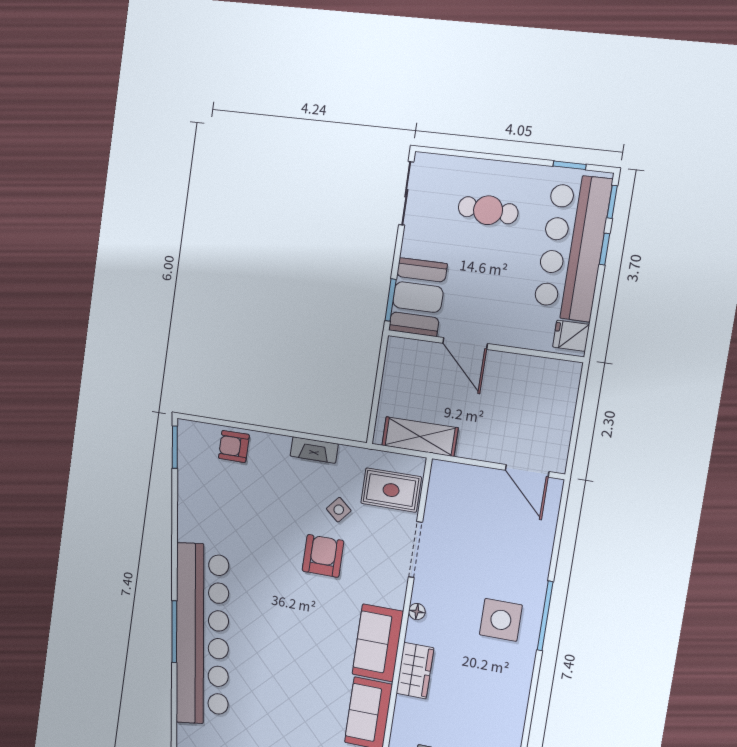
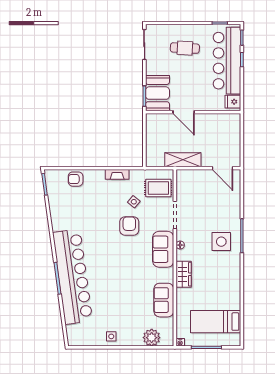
shelving: (420, 437) -> (183, 160), moved
sofa: (378, 643) -> (163, 249), moved

